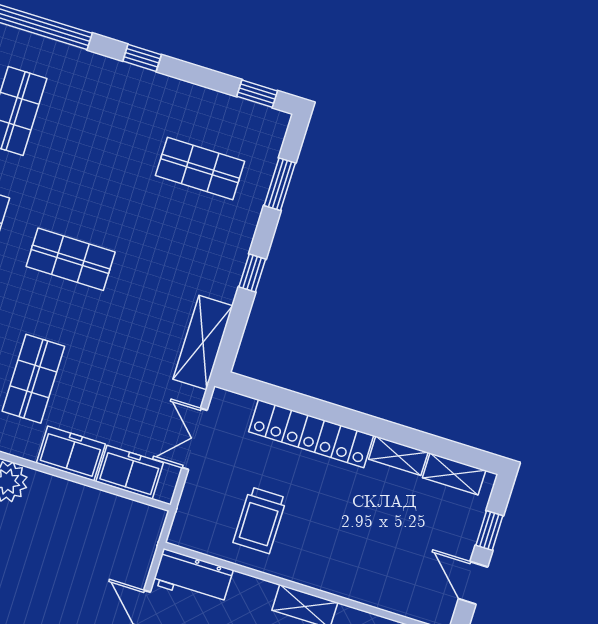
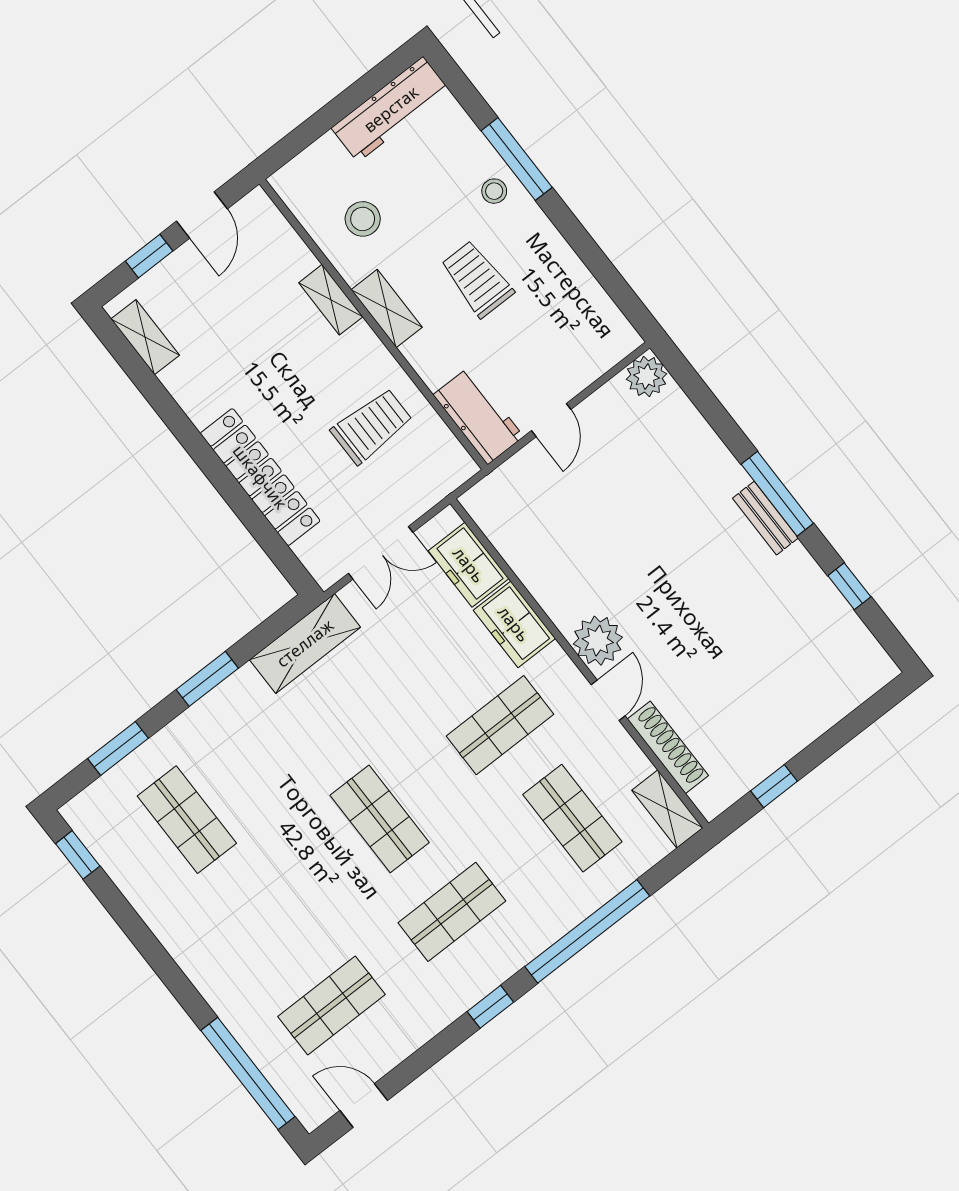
window: (142, 58) -> (168, 971), removed
window: (252, 273) -> (207, 679), width x1.50
shelving: (398, 456) -> (331, 300), moved

